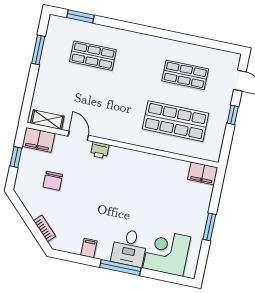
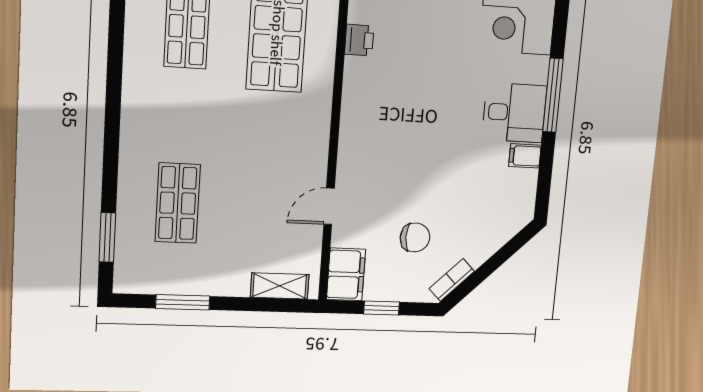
shelving: (47, 120) -> (280, 286), moved, turned 90
printer: (100, 150) -> (359, 40), moved
bookcase: (45, 228) -> (452, 280), moved
desk: (129, 248) -> (514, 113), moved

